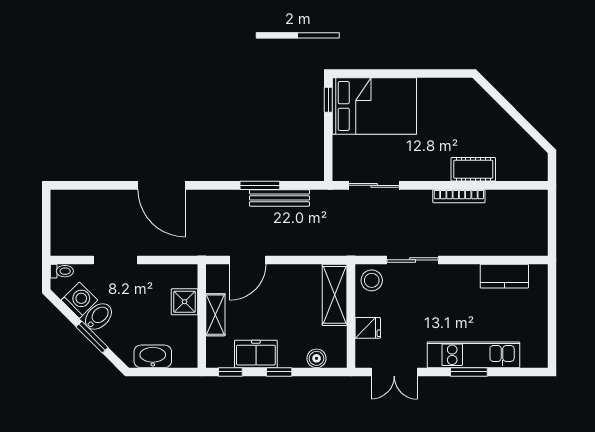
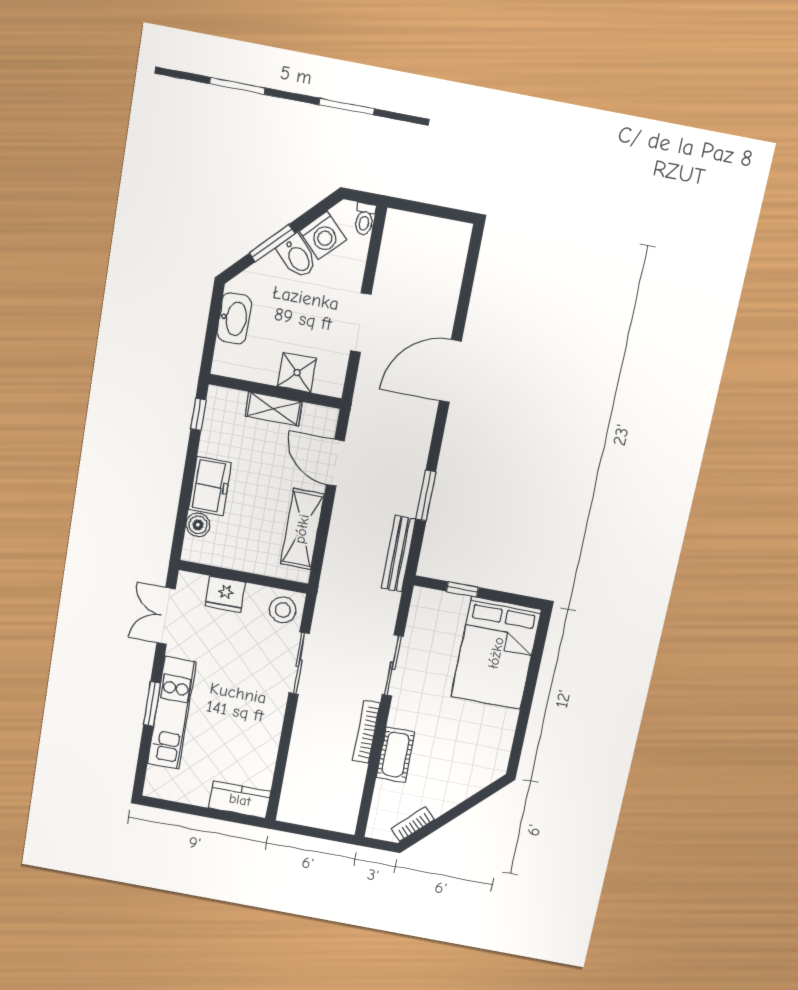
window: (328, 100) -> (462, 589), moved
bookcase: (529, 144) -> (413, 824), added
sliding door: (374, 185) -> (393, 665), moved
bench: (279, 198) -> (399, 554), moved
doorway: (115, 260) -> (361, 323), moved
kitchen counter: (504, 276) -> (240, 800), moved, turned 90
shelving: (335, 295) -> (302, 529), moved, turned 90
fridge: (368, 328) -> (225, 594), width x1.38
freezer: (256, 354) -> (210, 486), moved
window: (279, 372) -> (188, 476), removed

